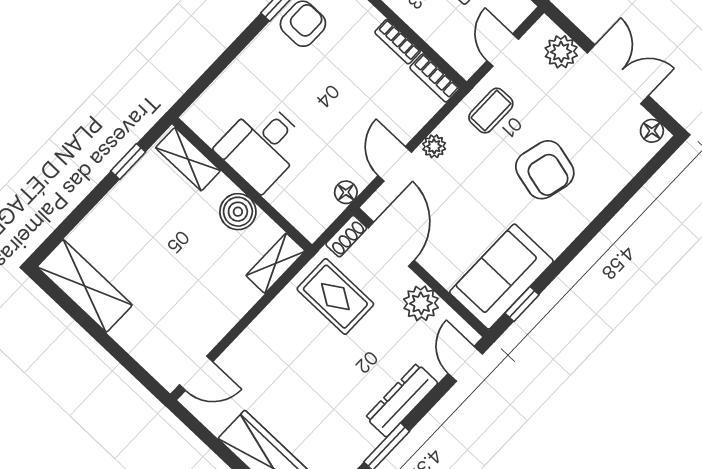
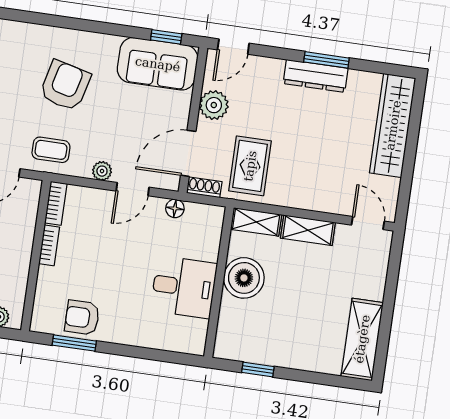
shelving: (188, 159) -> (308, 230), moved, turned 90
boiler: (238, 212) -> (244, 278), width x1.37, depth x1.37
dresser: (402, 400) -> (316, 76), moved

